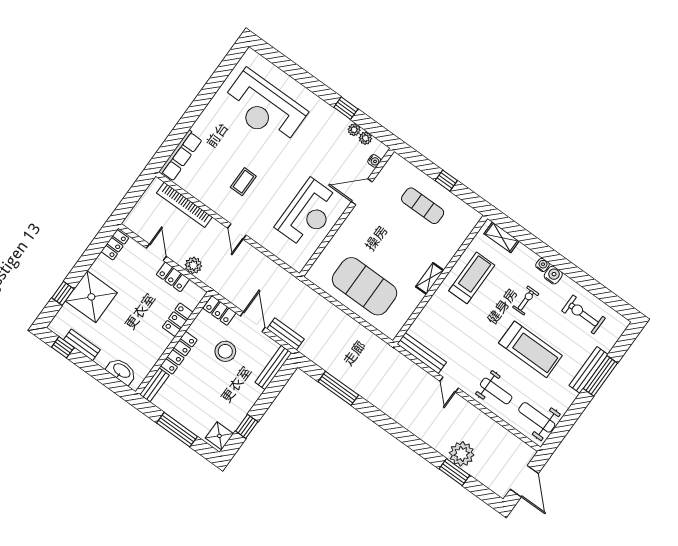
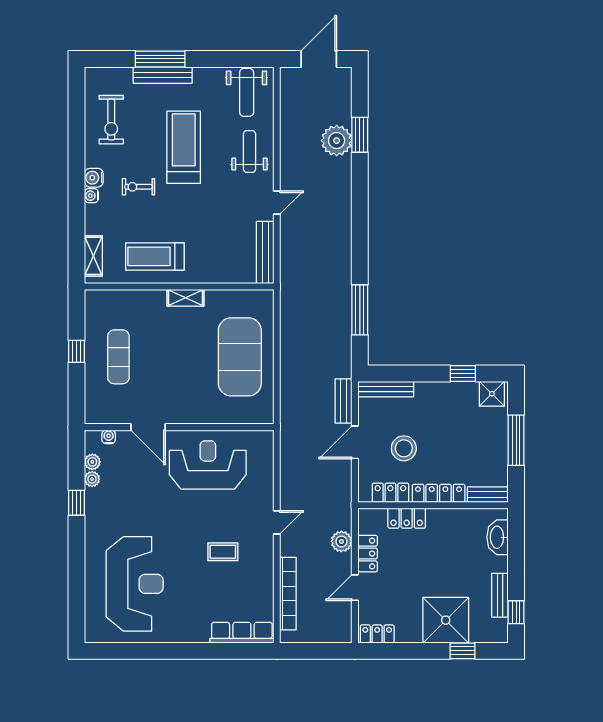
locker: (220, 311) -> (390, 493), moved, turned -90

